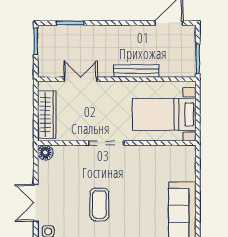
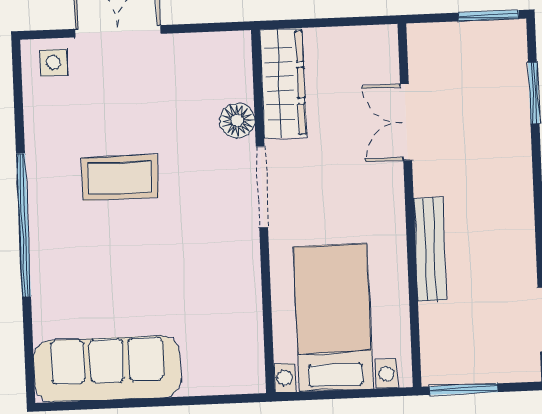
double door: (80, 79) -> (406, 122), swing flipped
wardrobe: (47, 115) -> (283, 83), moved, turned -90
floor lamp: (45, 153) -> (237, 121), moved

